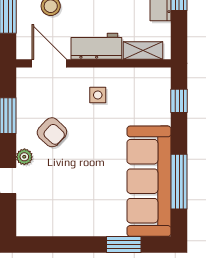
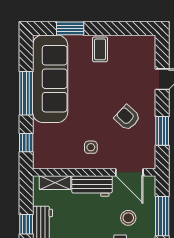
plant: (24, 157) -> (149, 98), removed
window: (179, 182) -> (26, 93), moved
coffee table: (86, 218) -> (100, 49), added

